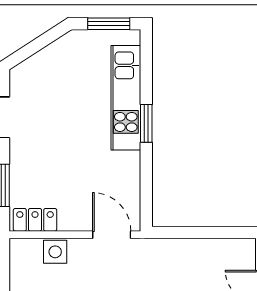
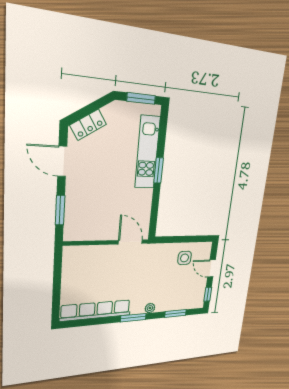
locker: (35, 220) -> (88, 125), moved, turned 147
side table: (55, 252) -> (185, 258), moved

